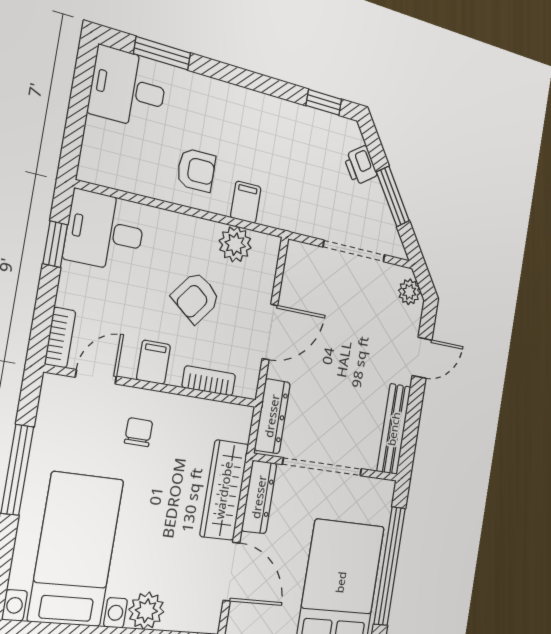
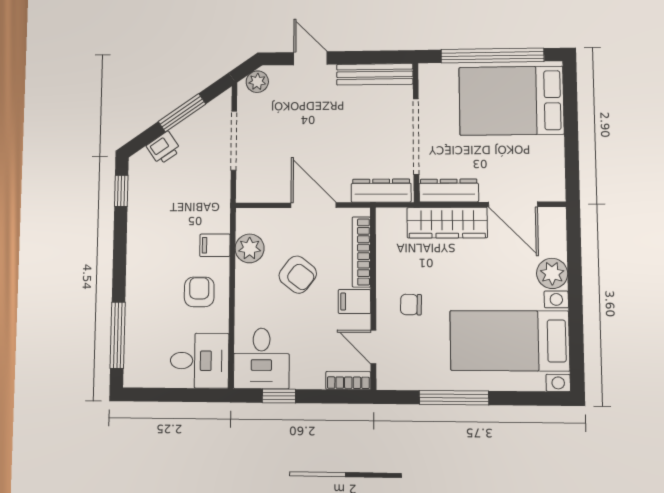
window: (162, 53) -> (118, 335), width x1.44
desk: (128, 88) -> (199, 361), moved, turned -90
bookcase: (209, 381) -> (361, 252), width x1.56
door: (231, 572) -> (513, 204), swing flipped

